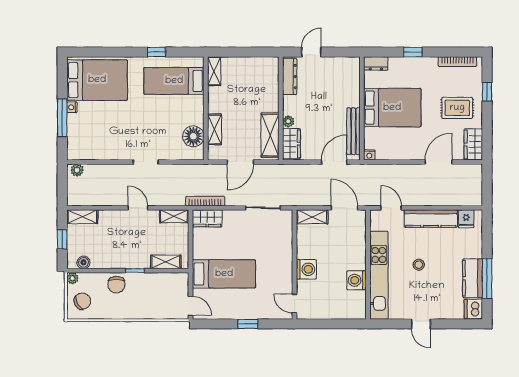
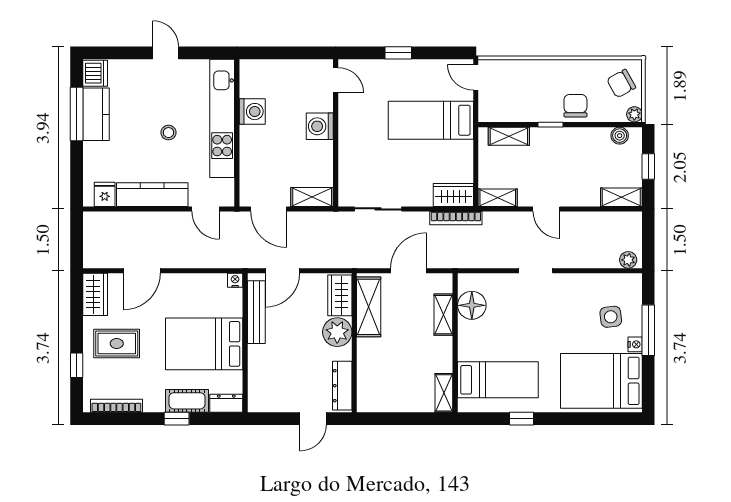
cot: (405, 65) -> (187, 401), added
plant: (288, 121) -> (337, 332), width x1.87, depth x1.87
side table: (90, 128) -> (611, 317), added

